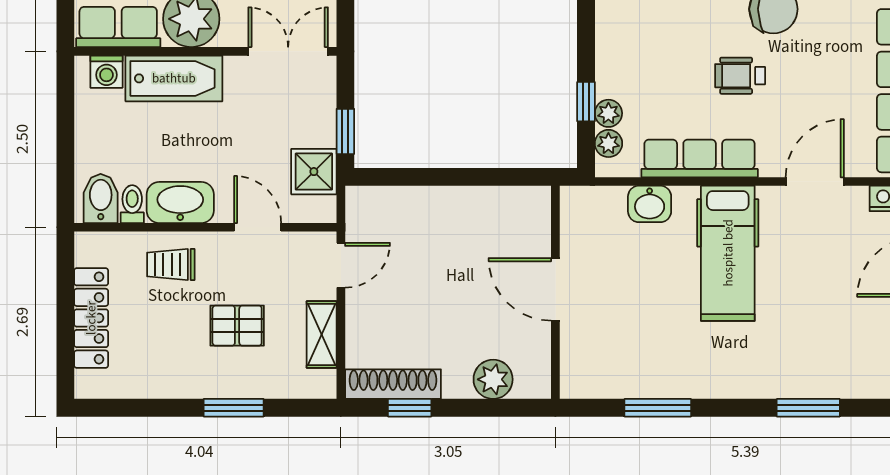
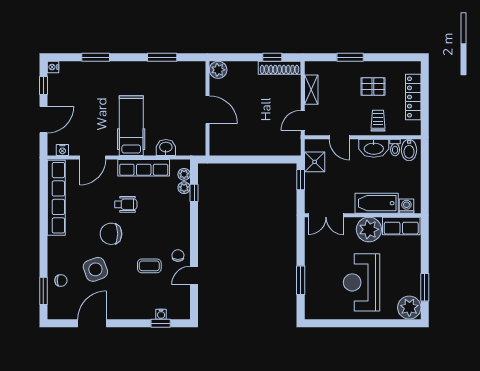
trolley: (171, 264) -> (378, 121), turned -90
pallet: (237, 326) -> (373, 86), moved
plant: (493, 379) -> (218, 70), moved

